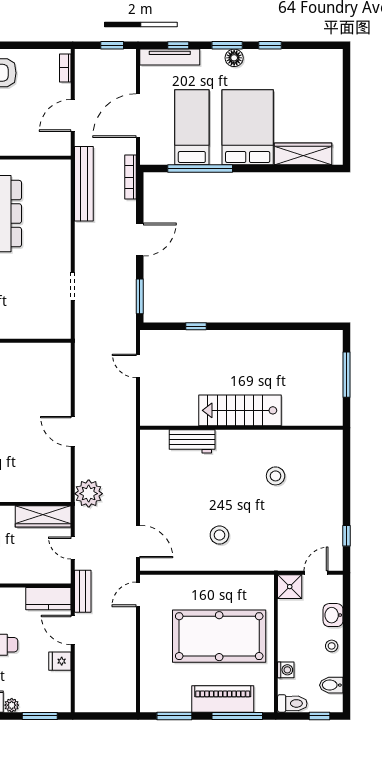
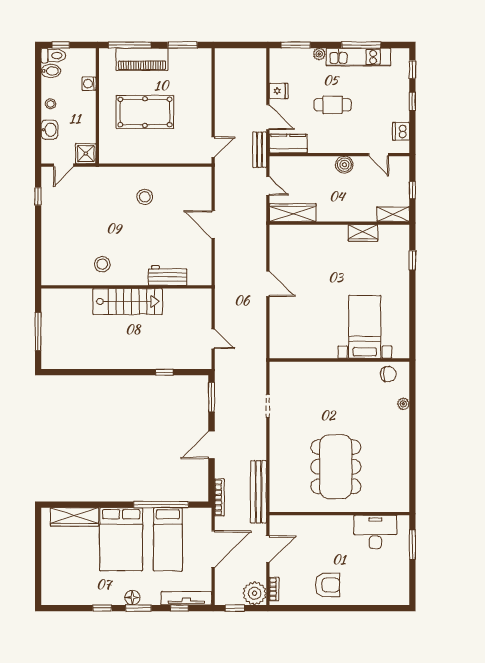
stool: (276, 476) -> (102, 264), moved
plant: (89, 494) -> (255, 593), moved
door: (138, 542) -> (213, 224), moved
pool table: (219, 636) -> (145, 112), width x0.73, depth x0.76
toilet: (292, 703) -> (53, 56), moved, turned 180

